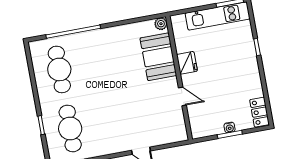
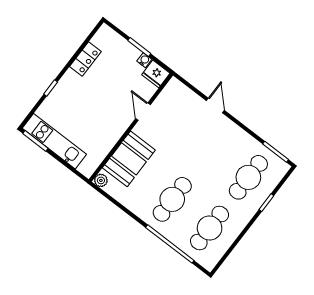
cafe table: (103, 61) -> (172, 199), added
fridge: (187, 63) -> (156, 74), moved, turned -90
locker: (260, 112) -> (85, 59), moved
water cooler: (230, 127) -> (144, 60), moved

